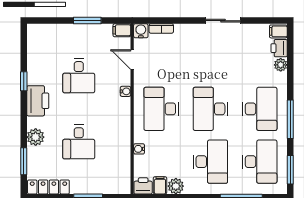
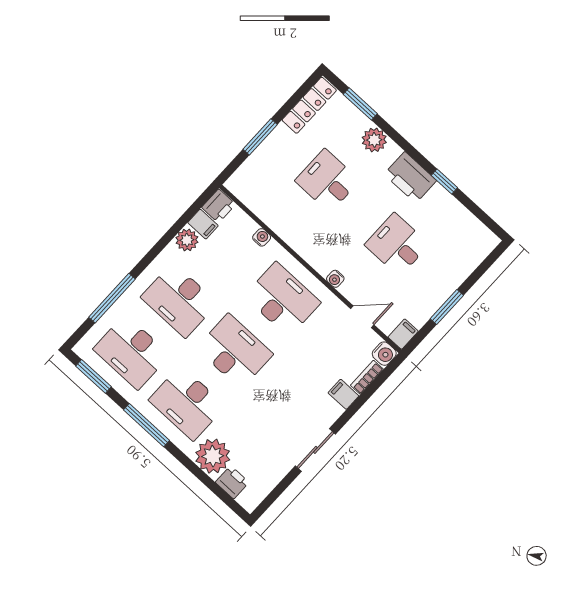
filing cabinet: (278, 31) -> (343, 394), moved, turned -90
plant: (281, 65) -> (213, 456), width x1.87, depth x1.87

